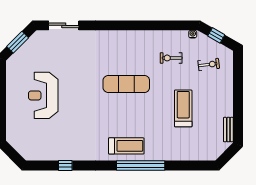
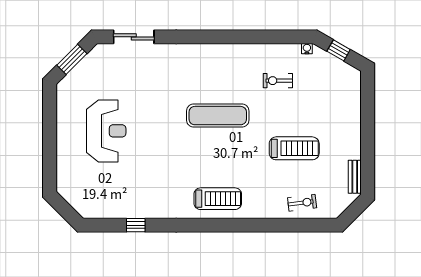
exercise bike: (209, 65) -> (302, 203), moved
reception desk: (43, 95) -> (106, 131), turned 180
treadmill: (183, 108) -> (294, 148), turned 90
window: (141, 166) -> (237, 225), removed

